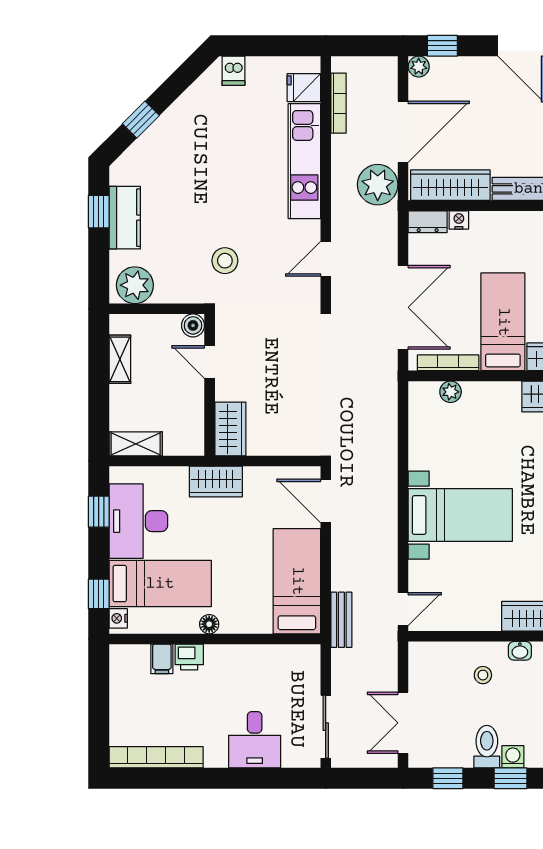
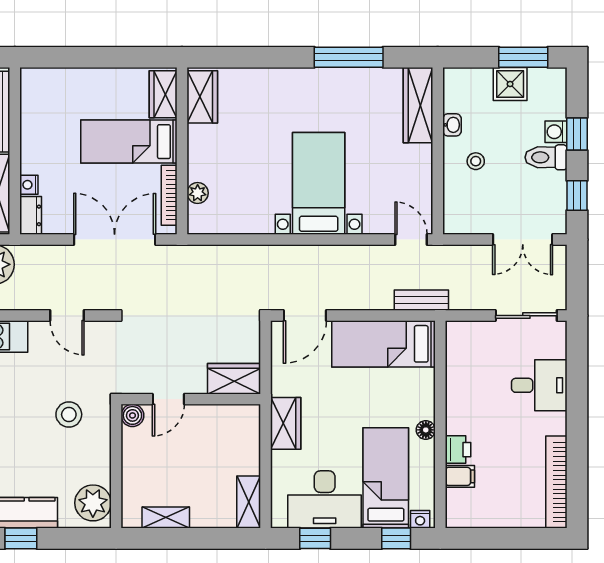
boiler: (193, 325) -> (132, 415), moved
door: (210, 362) -> (168, 399), moved
wall: (210, 385) -> (191, 399), moved
wardrobe: (230, 429) -> (234, 379), moved

